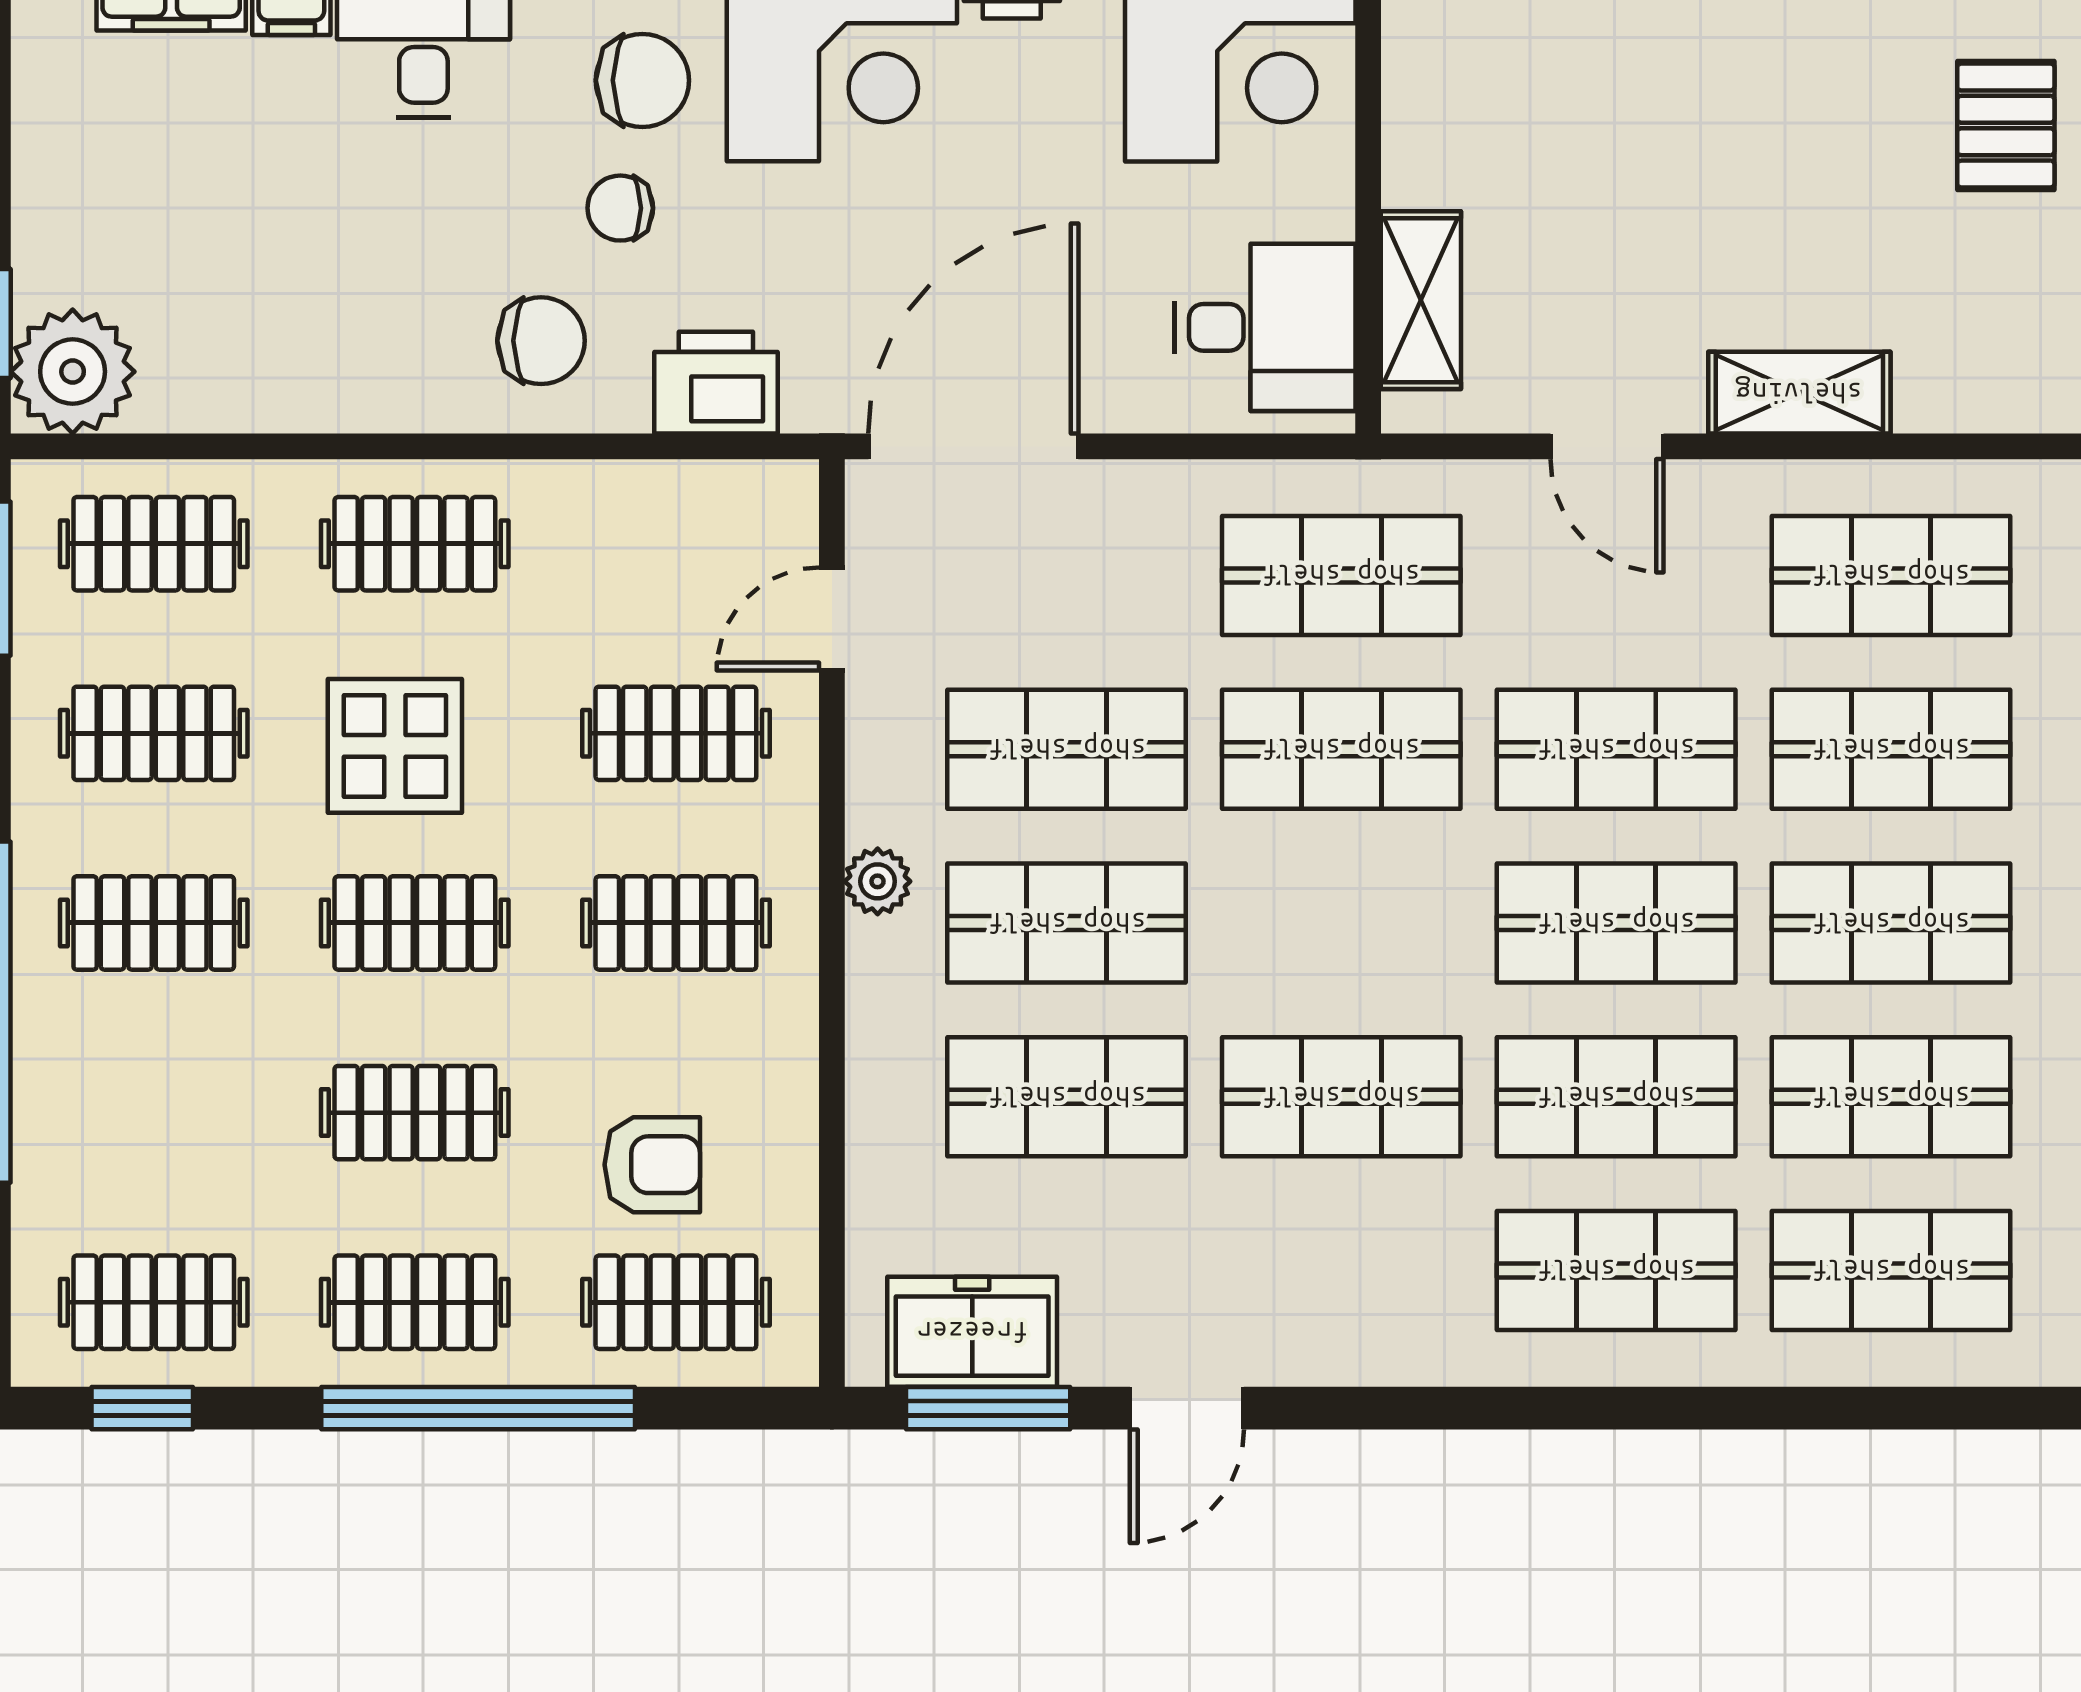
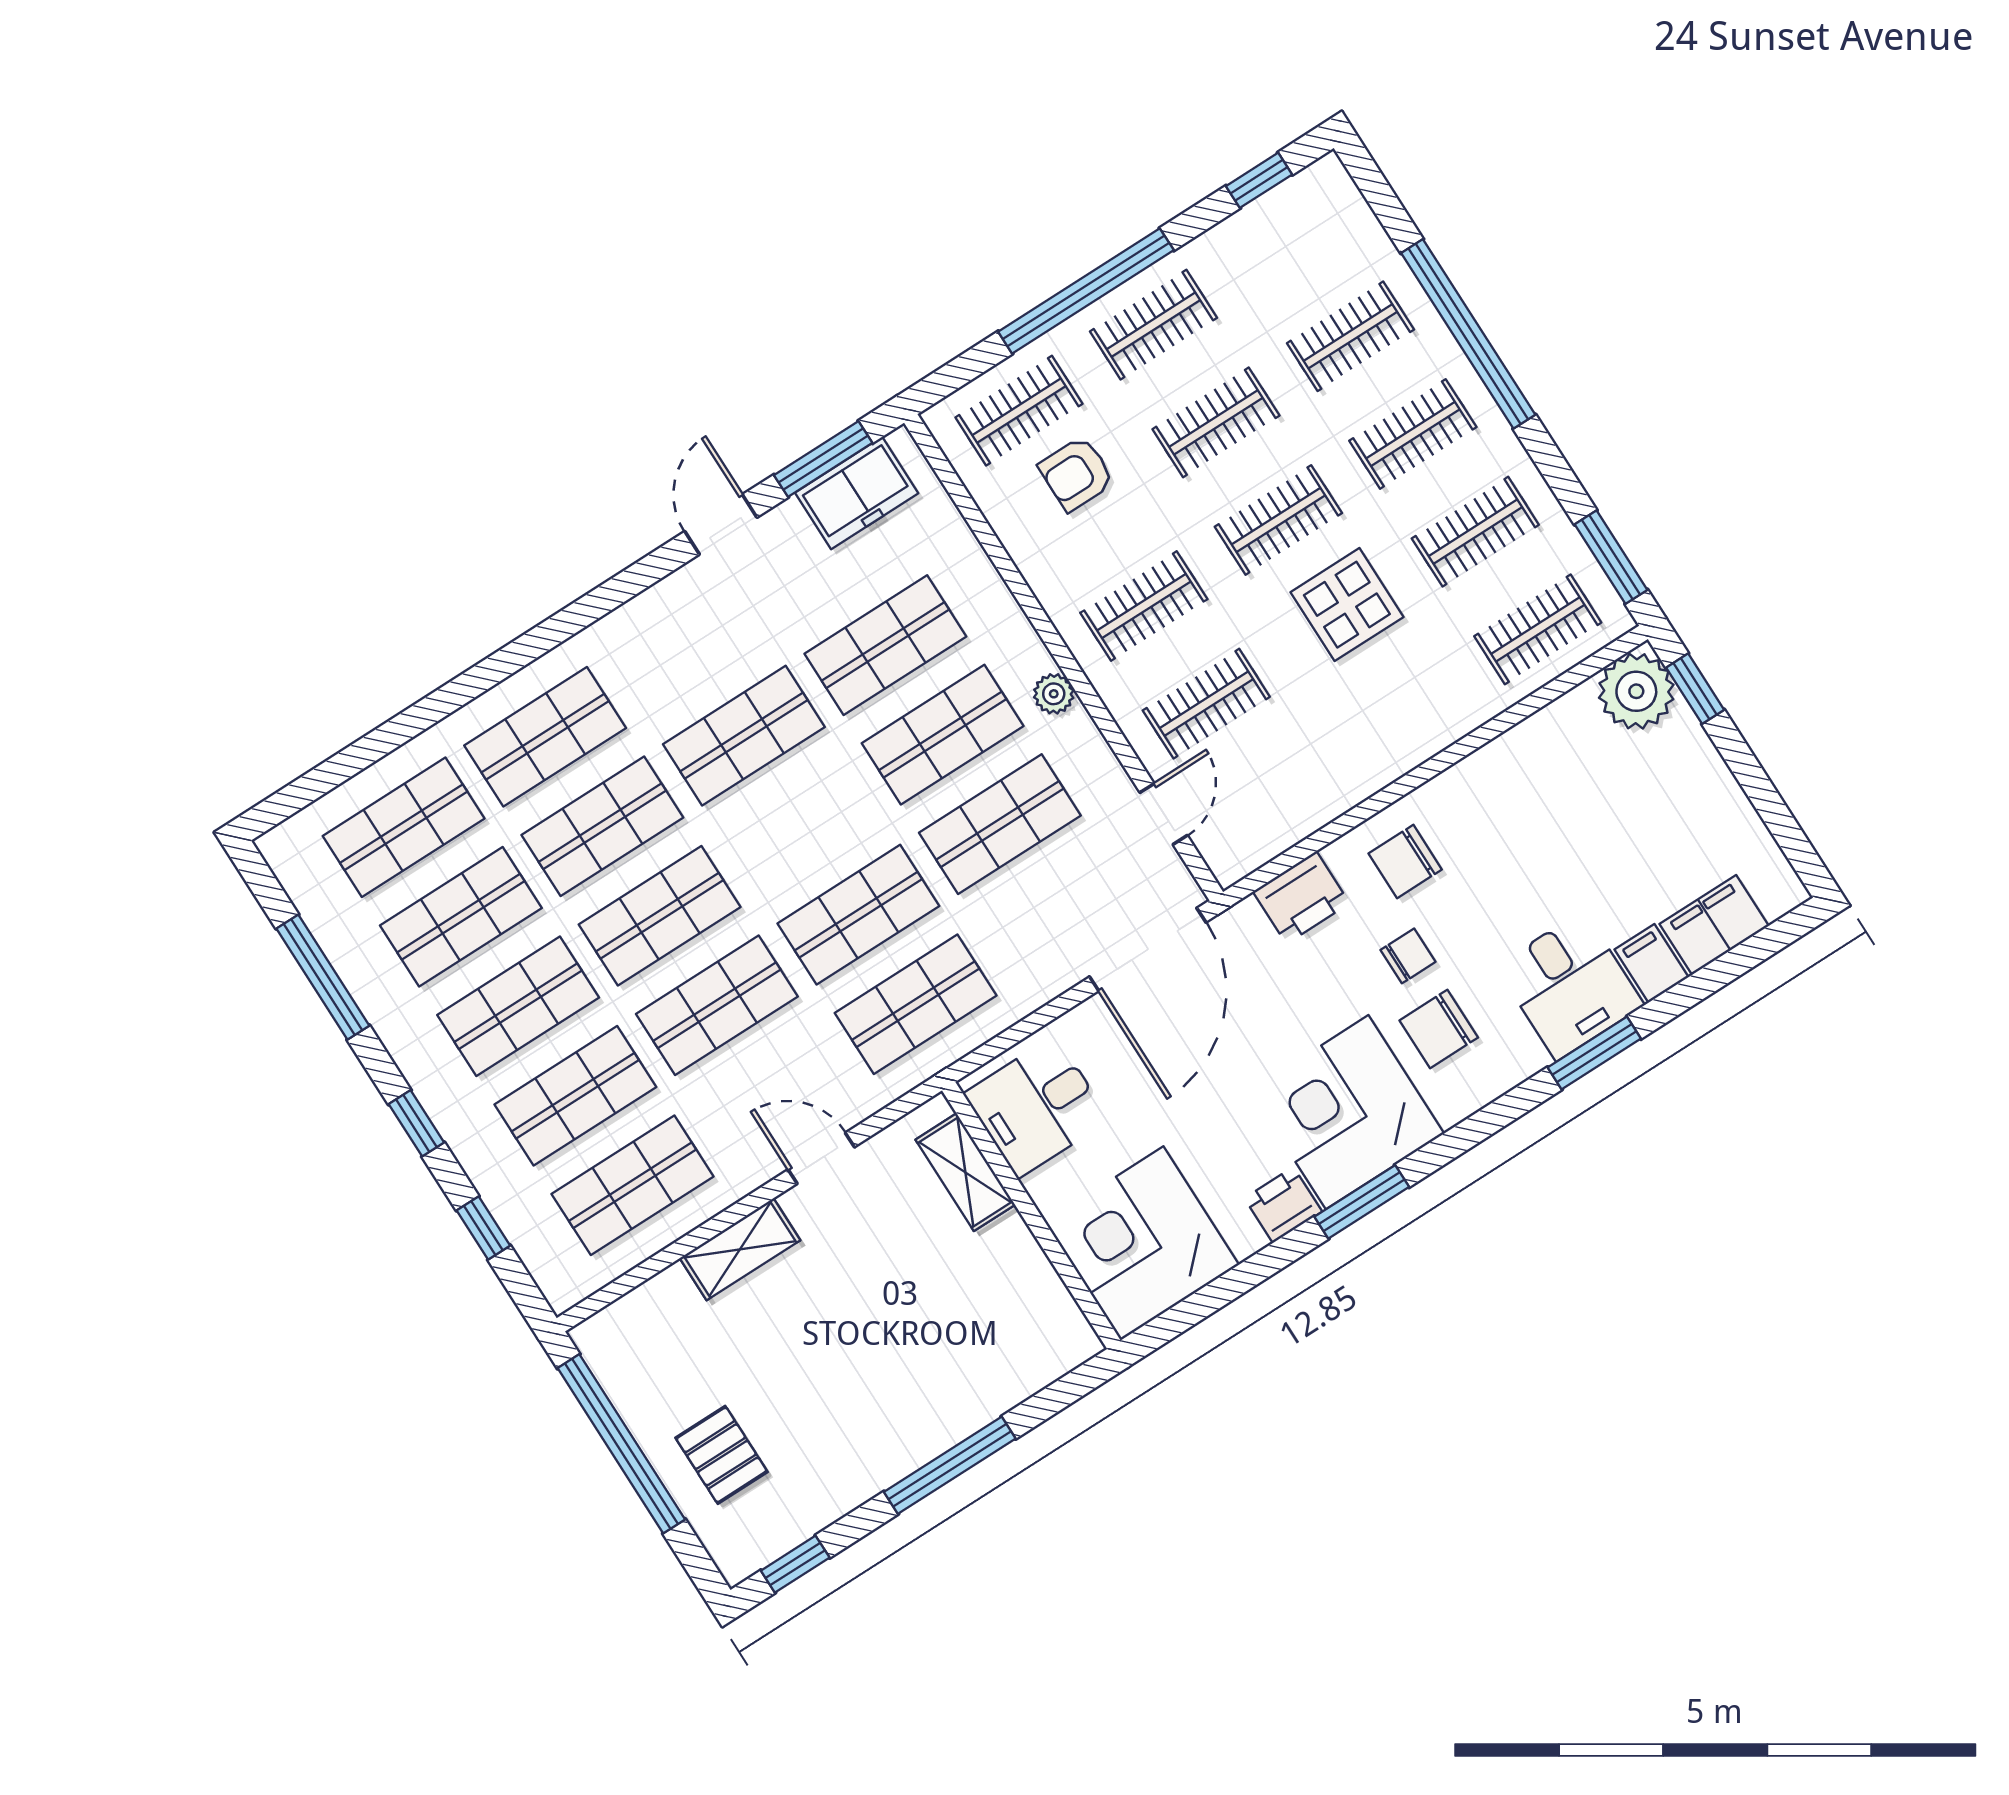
clothes rail: (415, 544) -> (1403, 715), removed
clothes rail: (154, 1302) -> (1350, 336), moved

